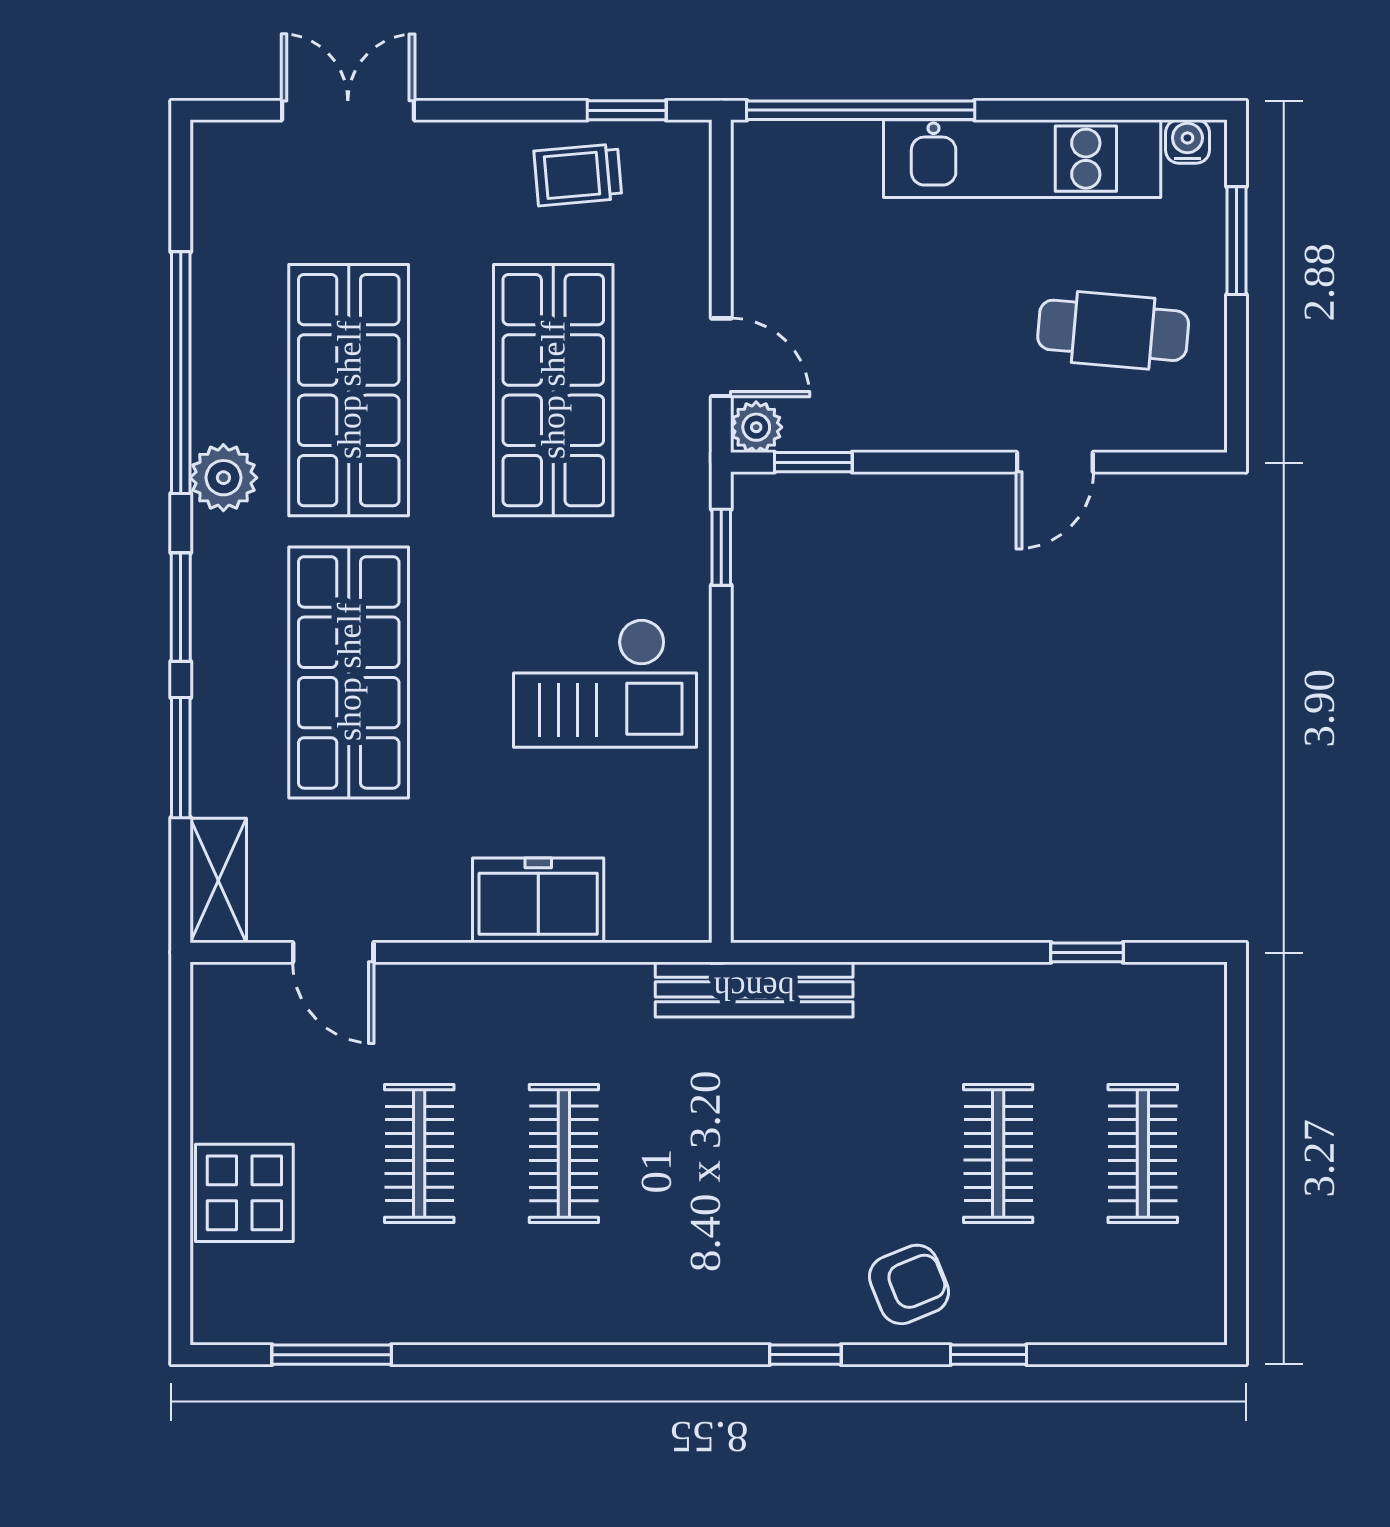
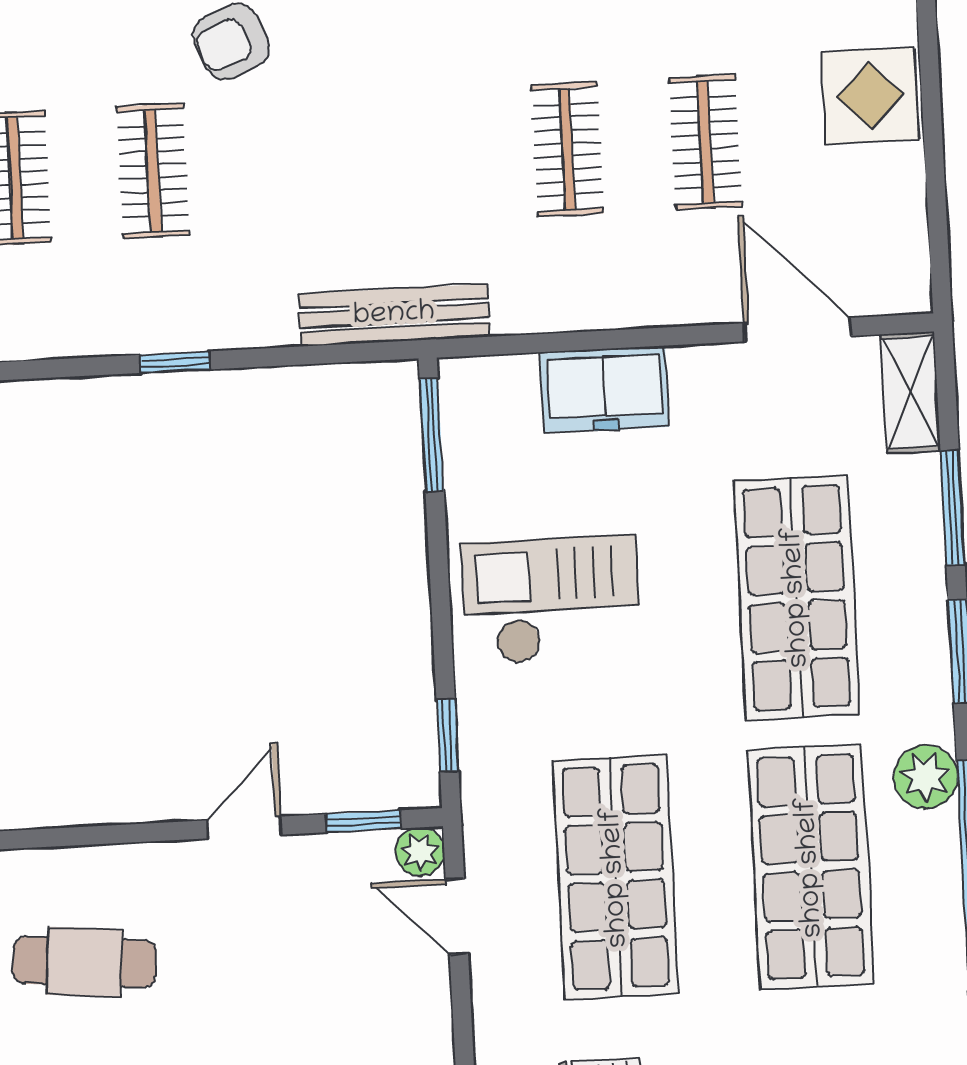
door: (1055, 462) -> (244, 827), moved
window: (721, 862) -> (432, 435), added
door: (333, 952) -> (797, 330), width x1.37
window: (1087, 952) -> (175, 362), moved

